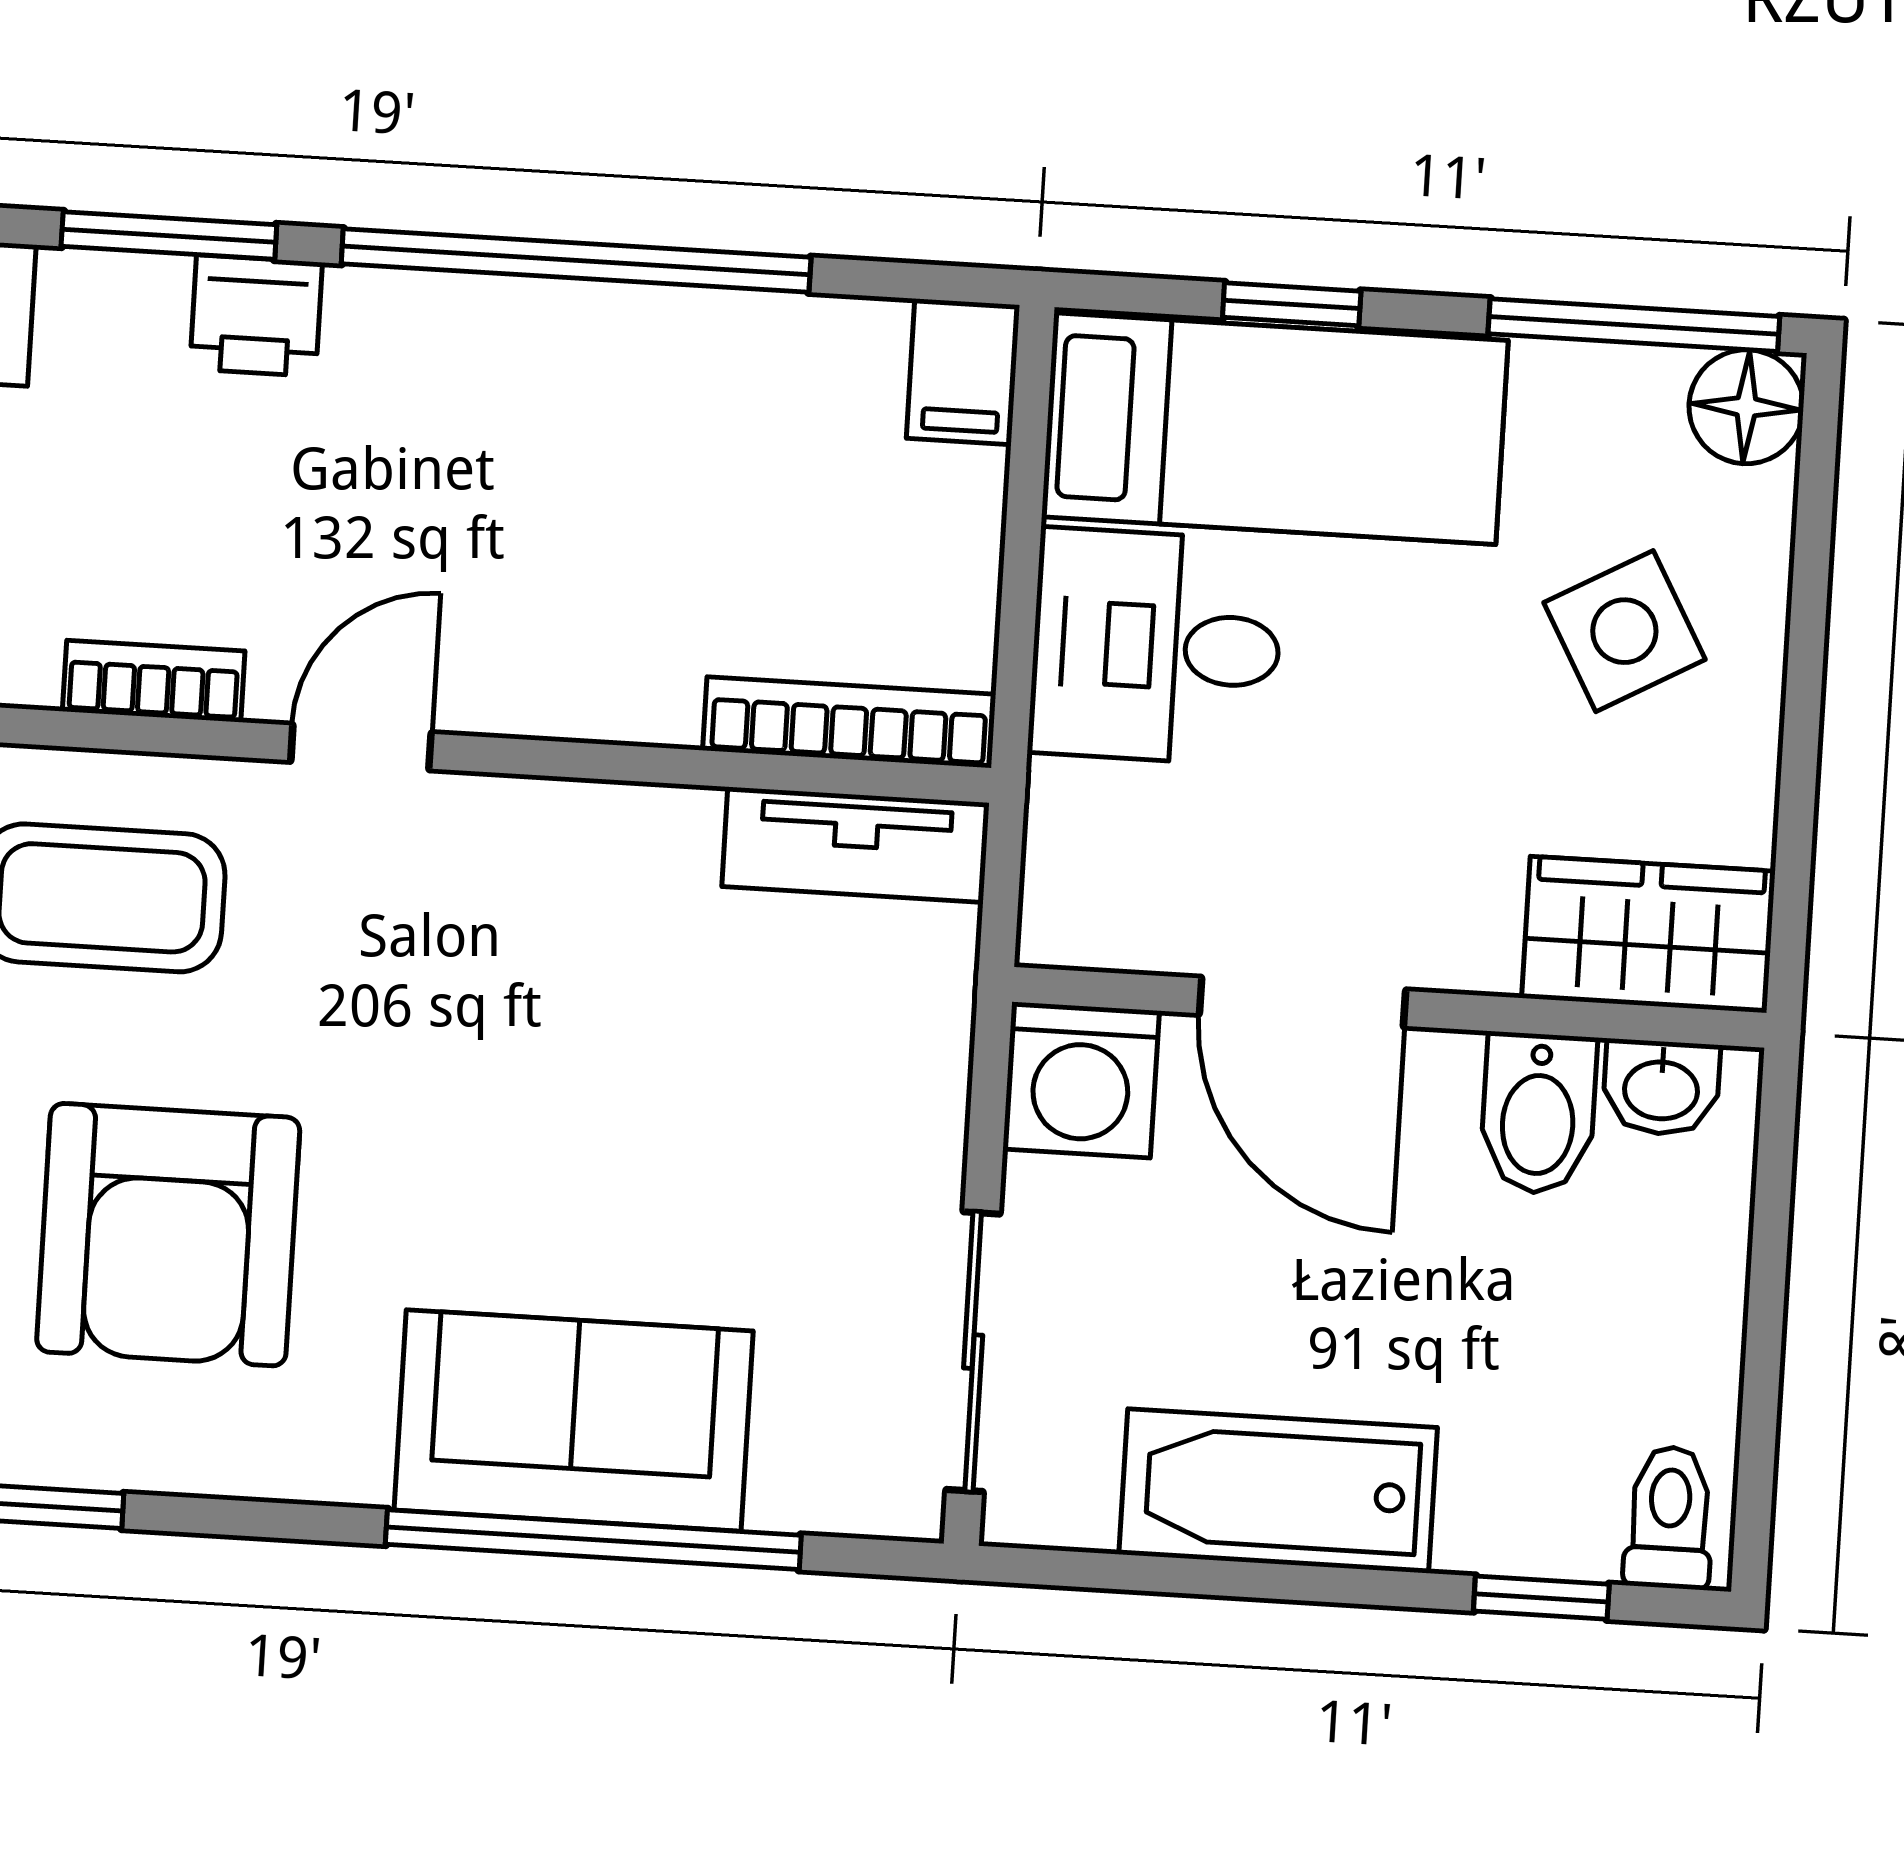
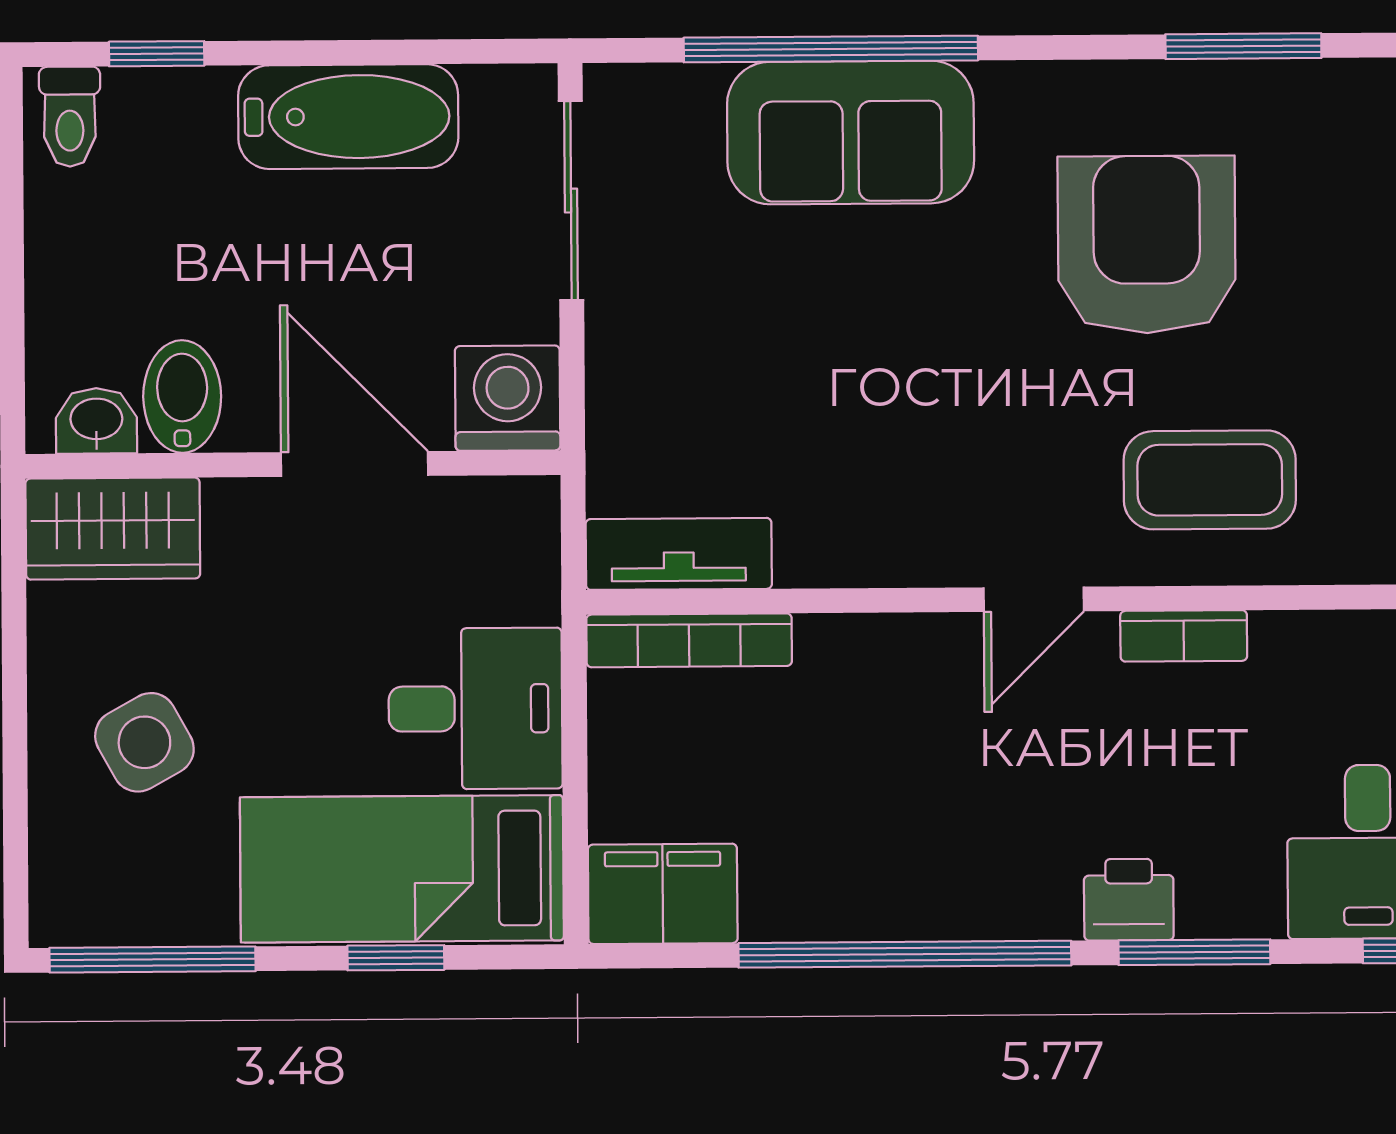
filing cabinet: (963, 372) -> (663, 894), width x2.00
floor lamp: (1746, 407) -> (69, 907), removed

